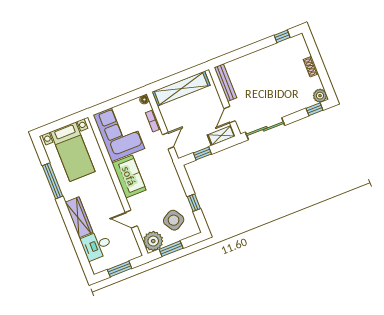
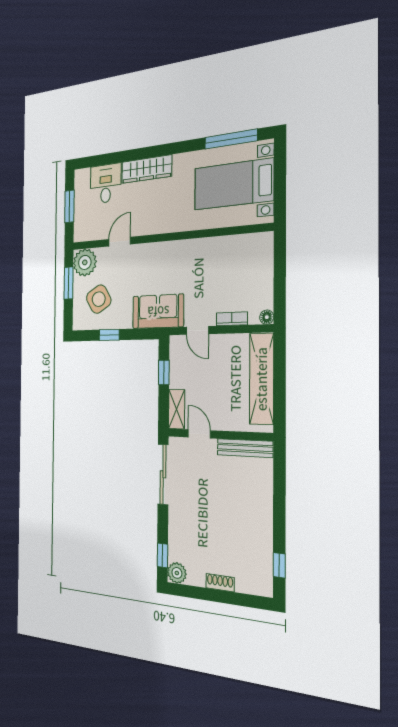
corner sofa: (119, 132) -> (236, 263), removed
sofa: (129, 176) -> (158, 311), moved, turned 180
window: (53, 181) -> (231, 139), moved

